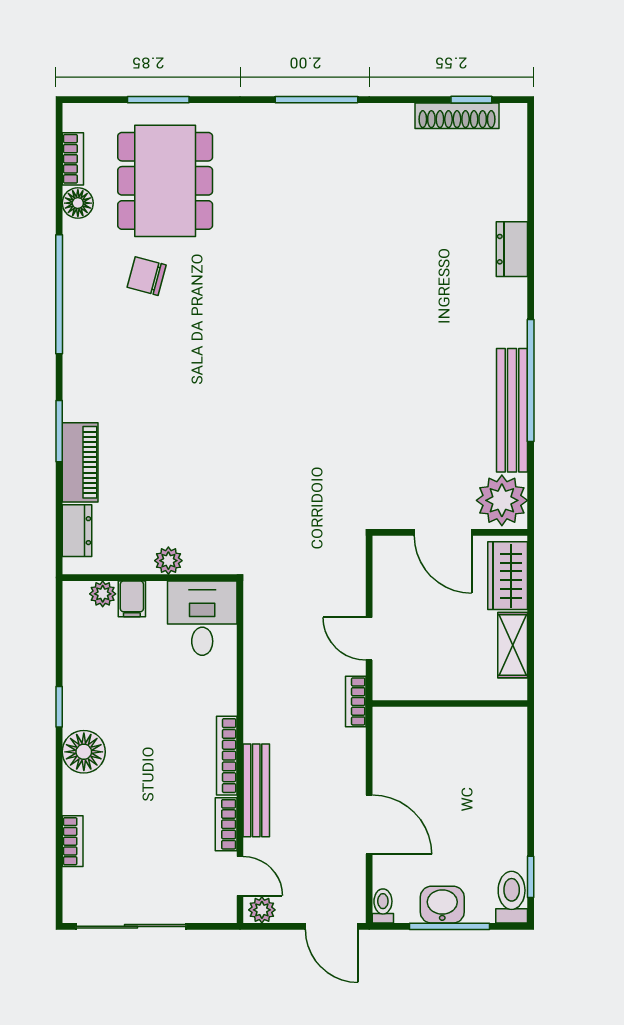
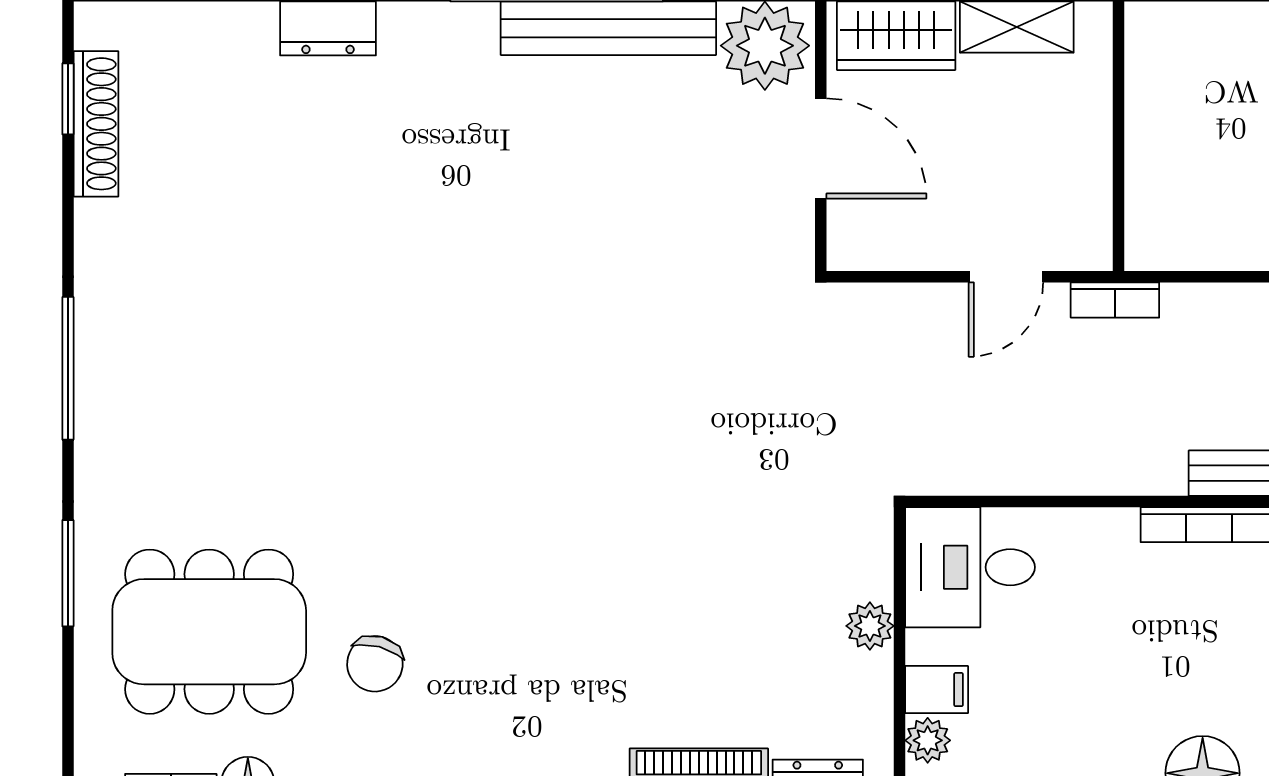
window: (158, 100) -> (68, 573), moved
door: (443, 532) -> (821, 148), hinge flipped

